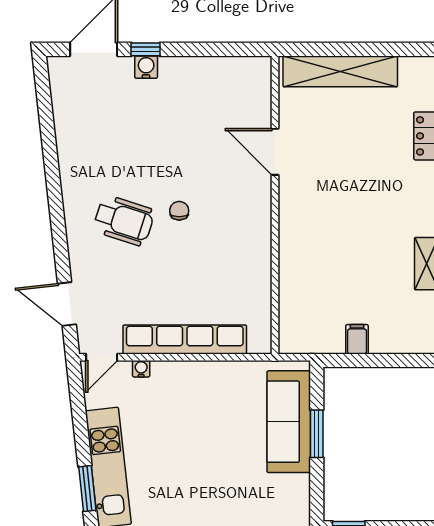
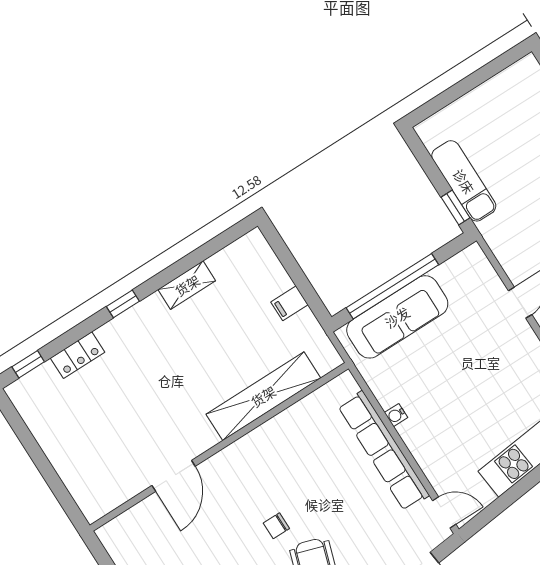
shelving: (340, 71) -> (263, 396), moved, turned 90
water cooler: (141, 369) -> (396, 415), moved
window: (317, 434) -> (392, 286), width x2.11

